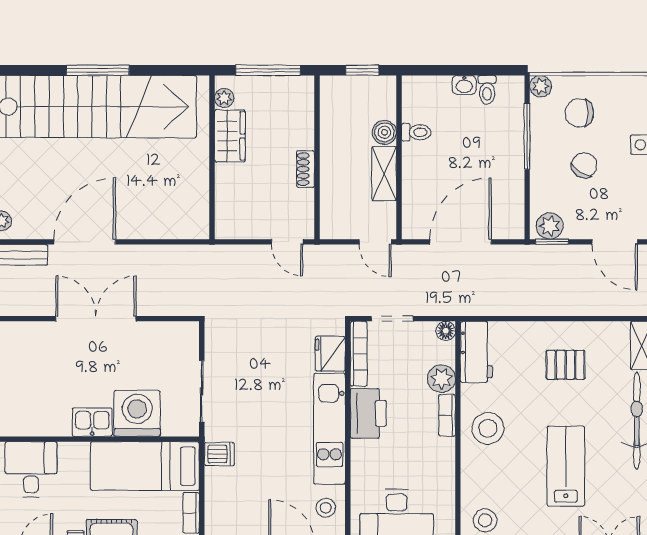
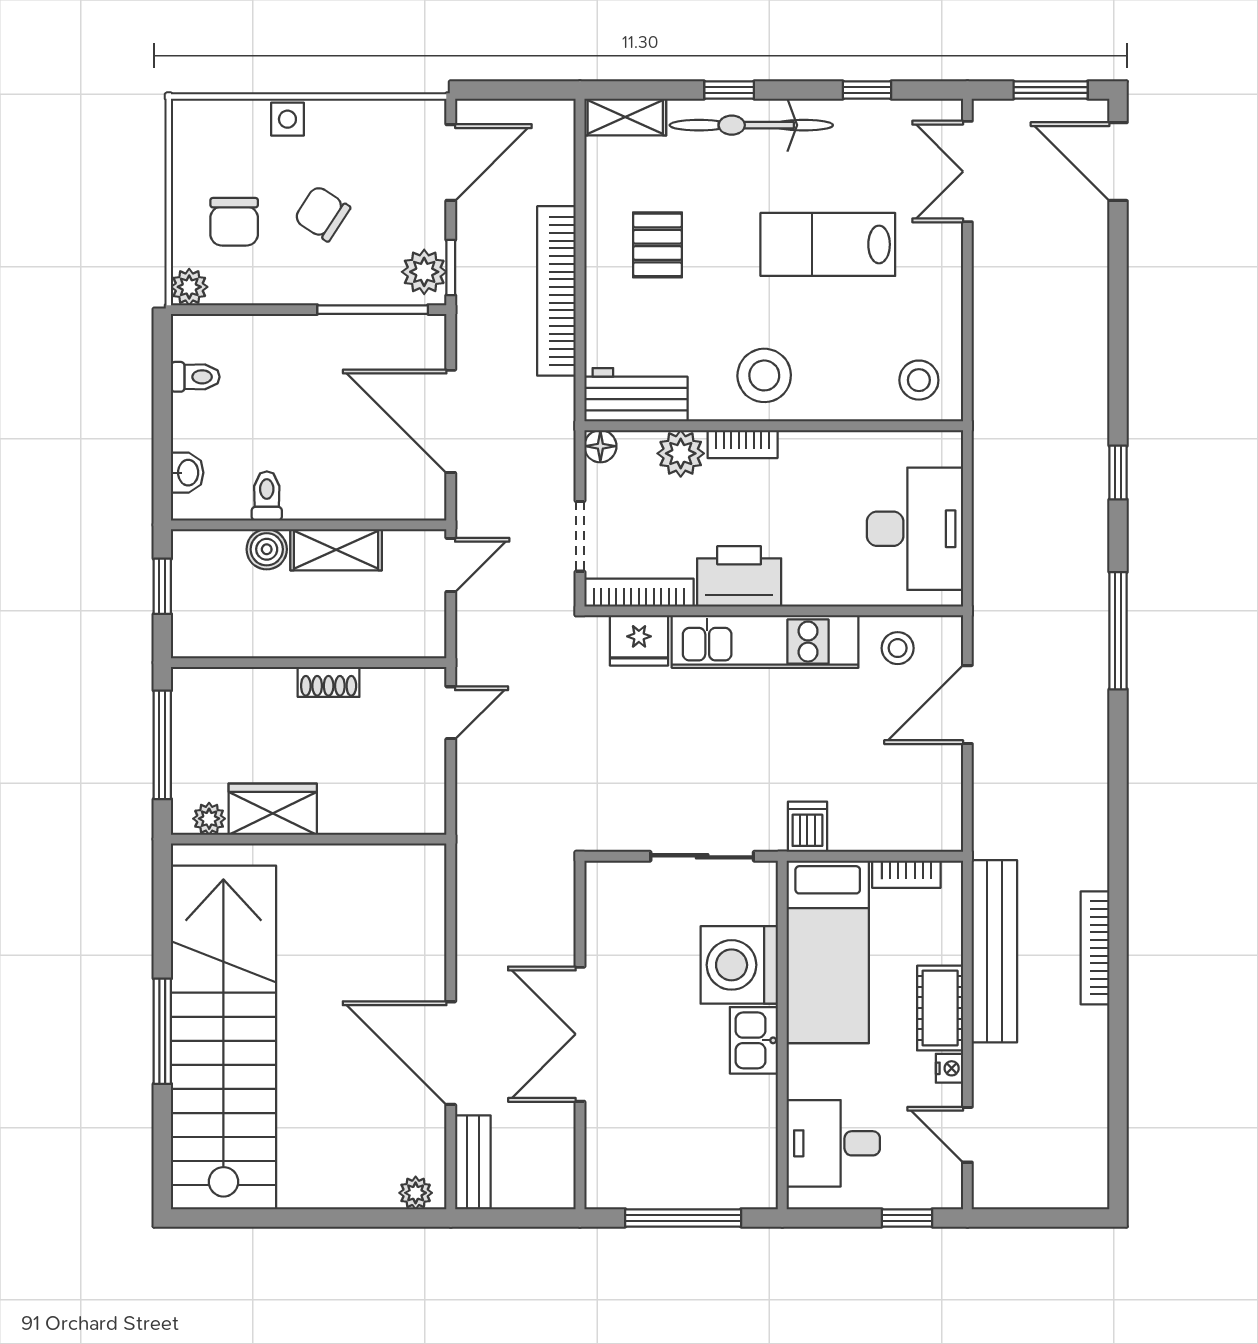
washbasin: (464, 85) -> (187, 473), moved
window: (527, 136) -> (373, 310), moved
bookcase: (538, 305) -> (556, 291), added

